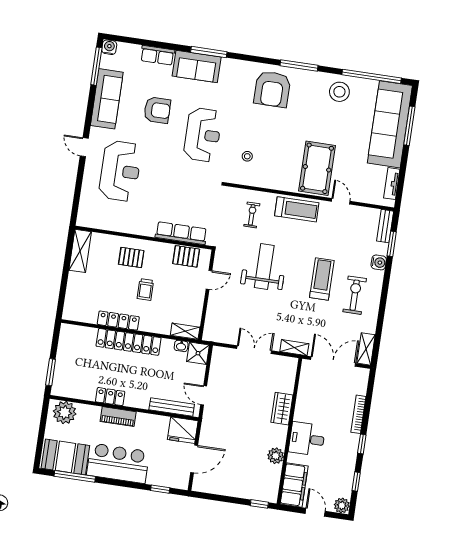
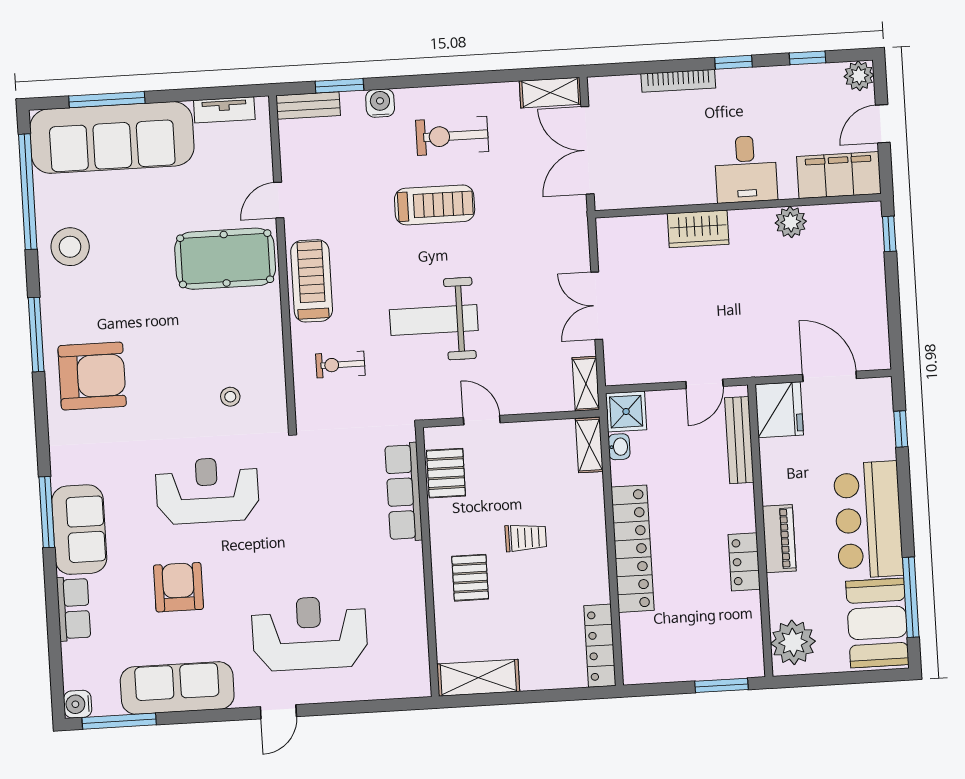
treadmill: (322, 279) -> (435, 205), turned 180
locker: (118, 321) -> (600, 646), moved
shelving: (294, 348) -> (586, 384), moved

